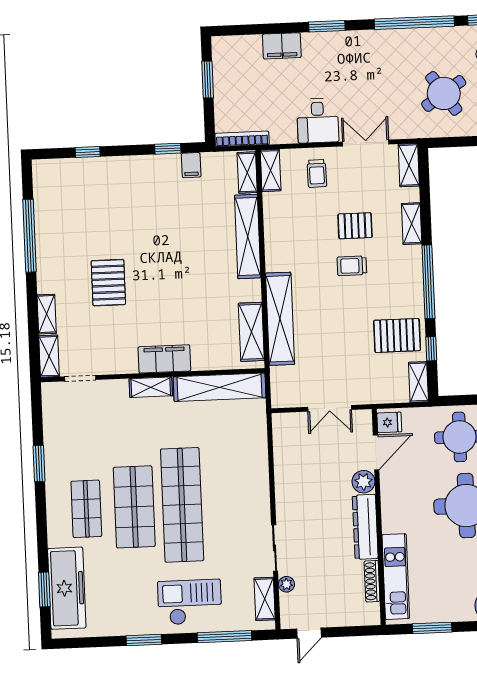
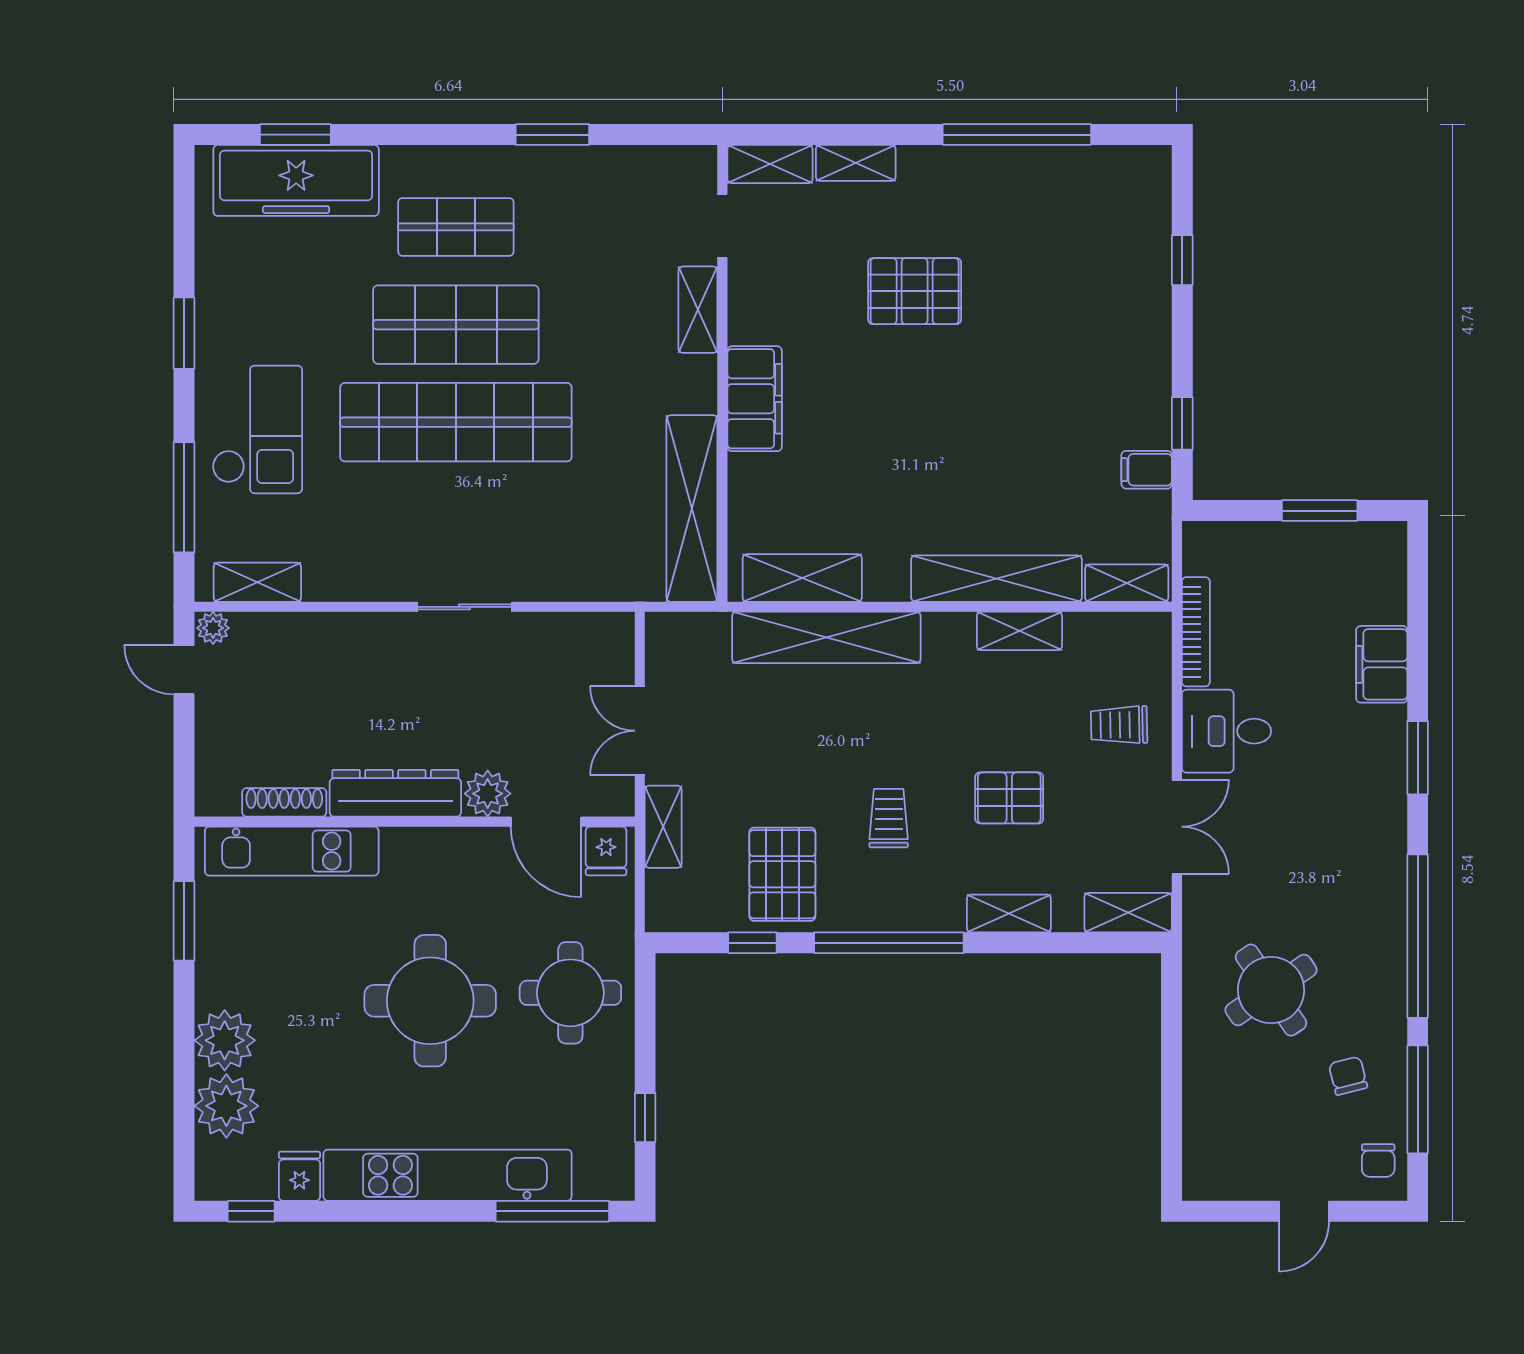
bookcase: (242, 139) -> (1196, 632), moved
shelving: (271, 170) -> (1019, 631), moved
pallet: (355, 226) -> (1009, 798), turned 90
trolley: (352, 266) -> (889, 818), moved
shelving: (418, 382) -> (663, 827), moved, turned 90
shelving: (151, 387) -> (698, 310), moved
sliding door: (275, 548) -> (464, 607), moved
plant: (286, 584) -> (213, 628), moved

